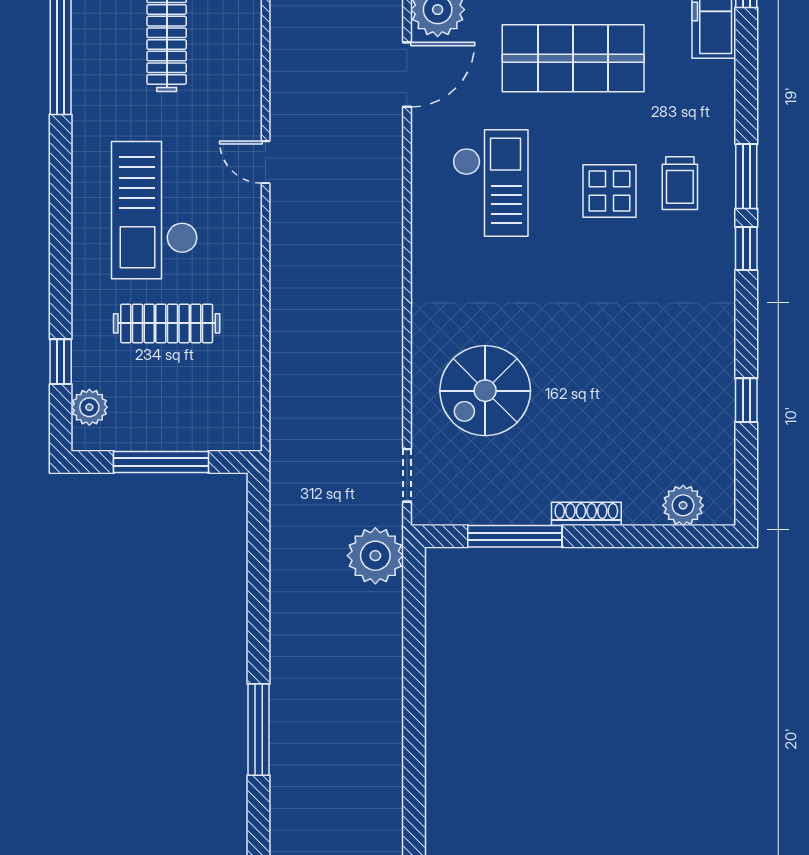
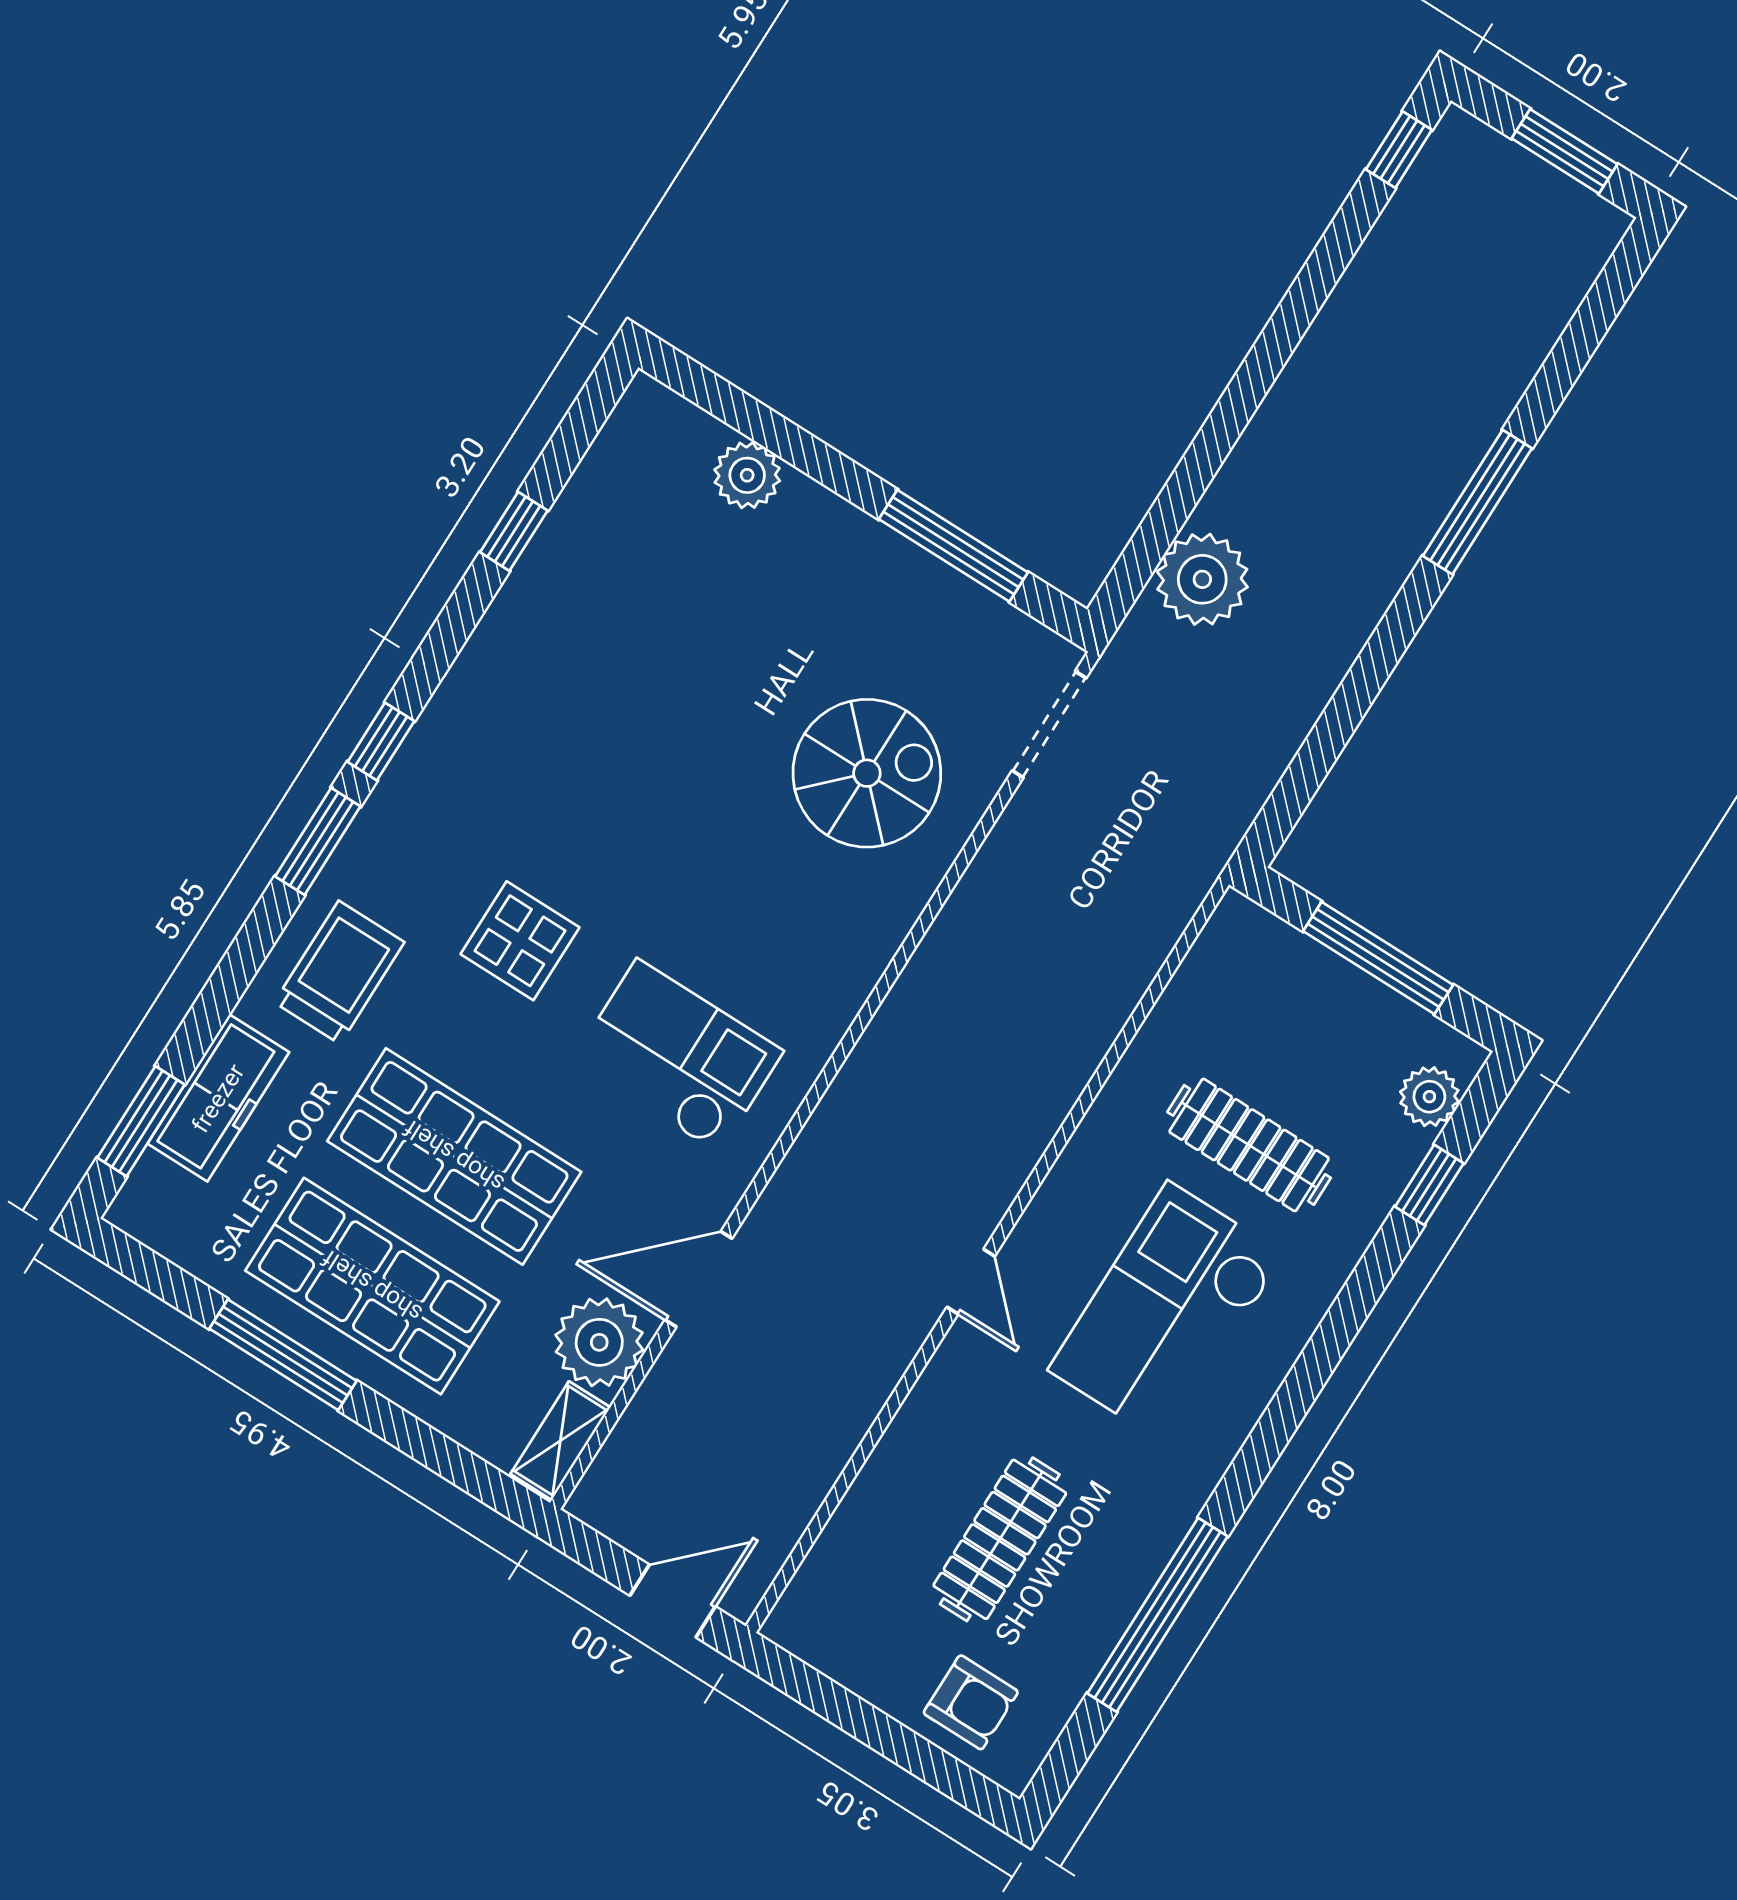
checkout: (491, 183) -> (678, 1056), turned 90
trolley: (680, 183) -> (339, 972), moved, width x1.36, depth x1.39
checkout: (155, 210) -> (1167, 1312), turned 180
doorway: (407, 475) -> (1049, 724), width x1.38
plant: (683, 505) -> (747, 475), moved
shoe rack: (586, 514) -> (835, 514), removed
plant: (375, 556) -> (1202, 579), moved

